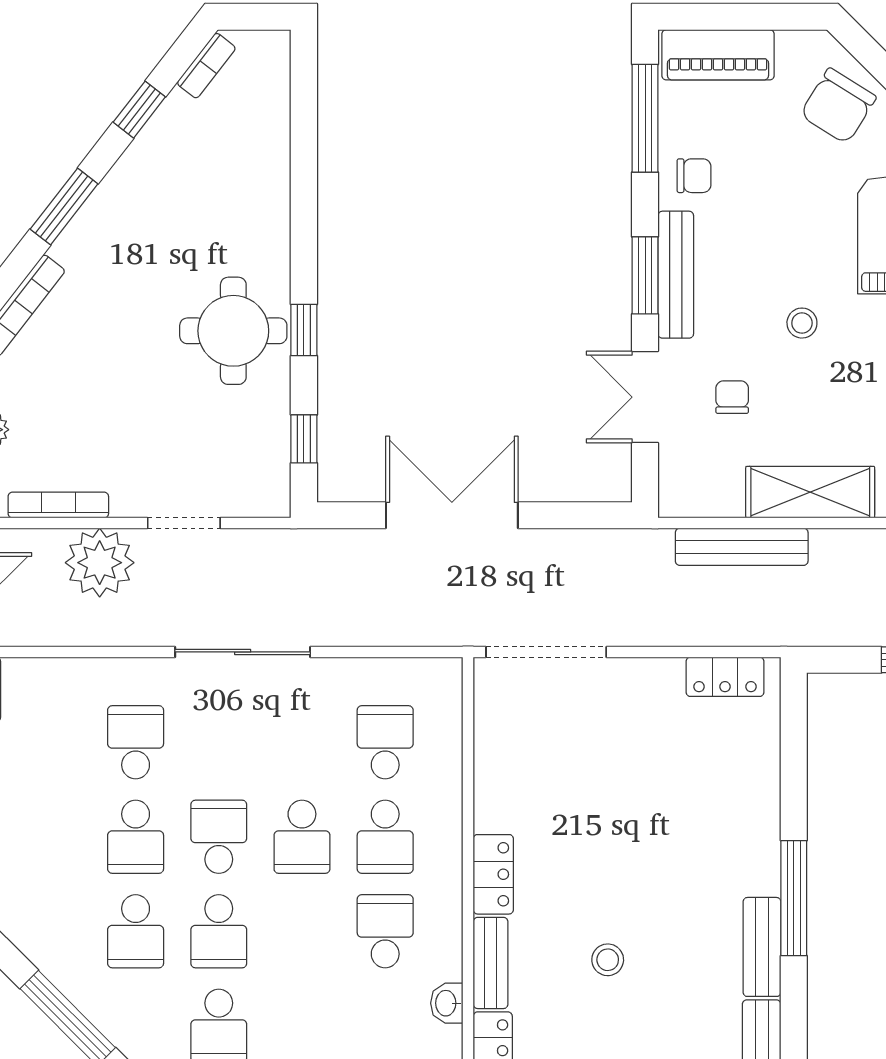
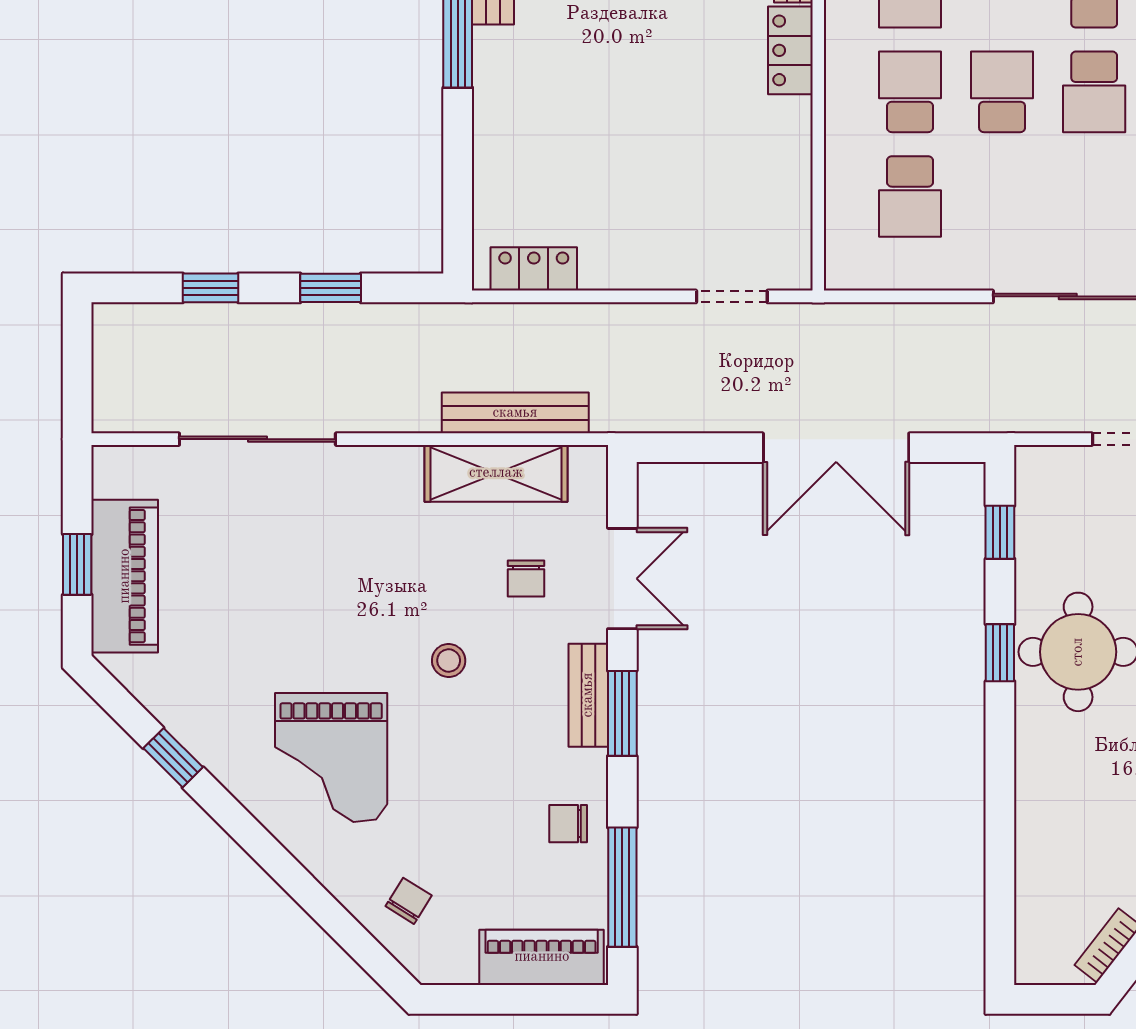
chair: (838, 106) -> (409, 901), width x0.54, depth x0.54
bench: (676, 275) -> (588, 695), width x0.73
shelving: (810, 492) -> (496, 473), moved
doorway: (546, 652) -> (732, 296), width x0.53

